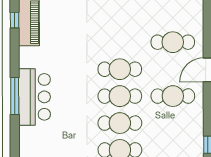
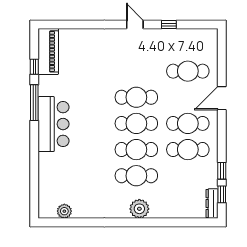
window: (15, 20) -> (34, 67), moved
window: (15, 96) -> (34, 103), moved
cafe table: (173, 123) -> (188, 150), added

